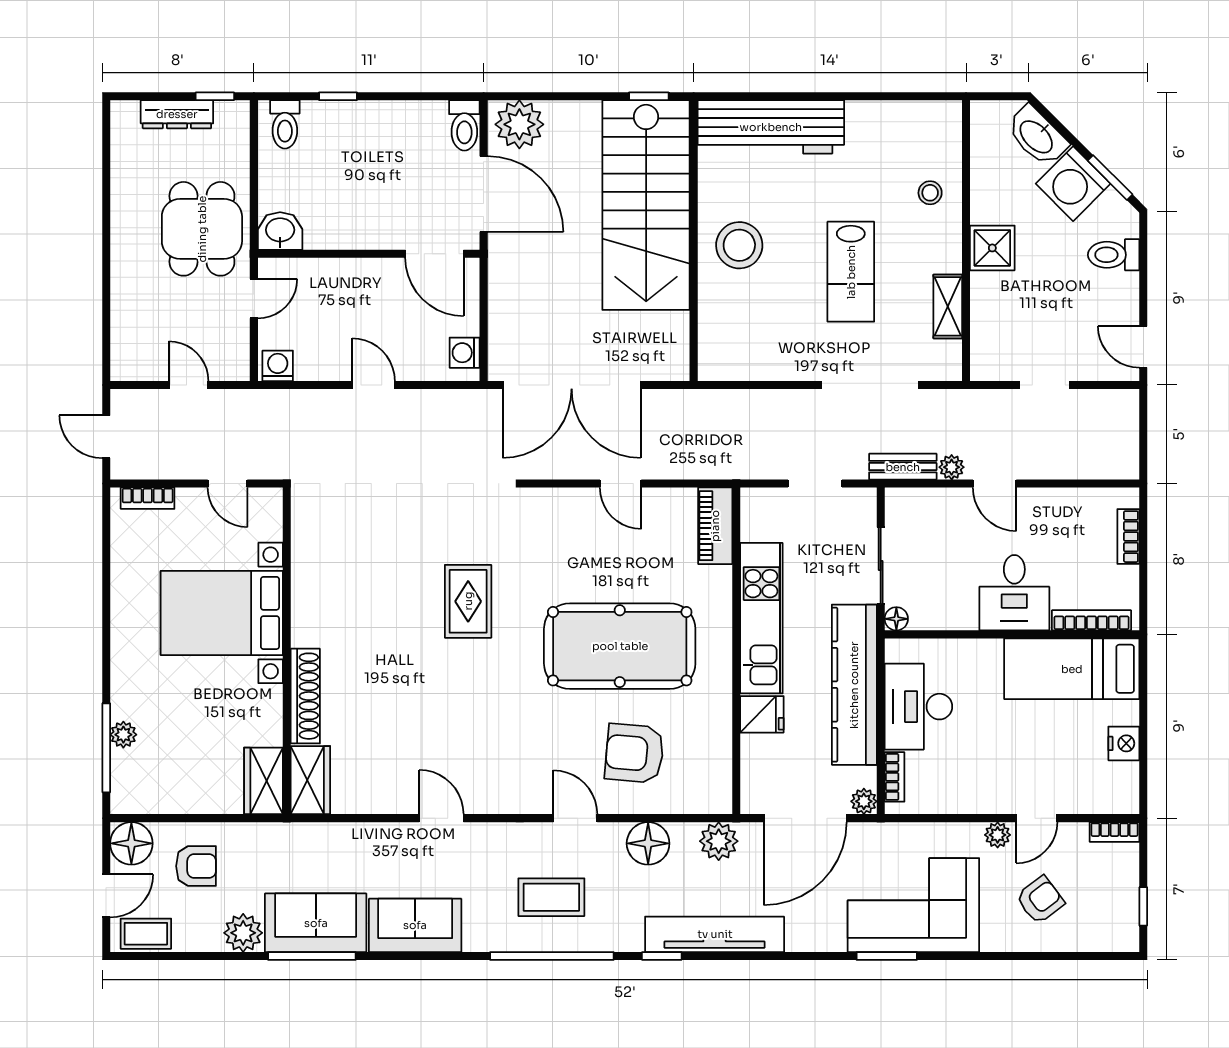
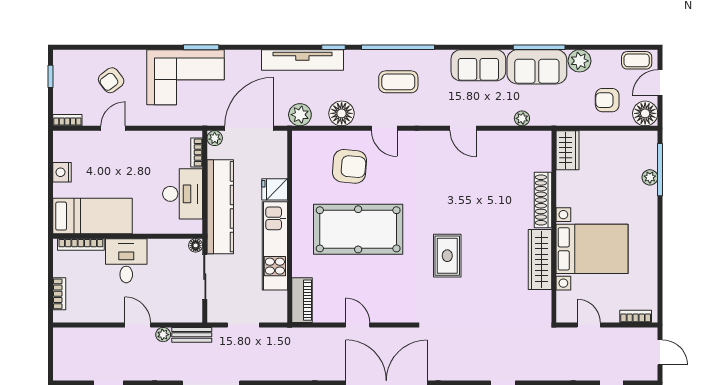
wardrobe: (310, 780) -> (540, 259), moved, width x1.50
plant: (998, 835) -> (522, 118), moved

